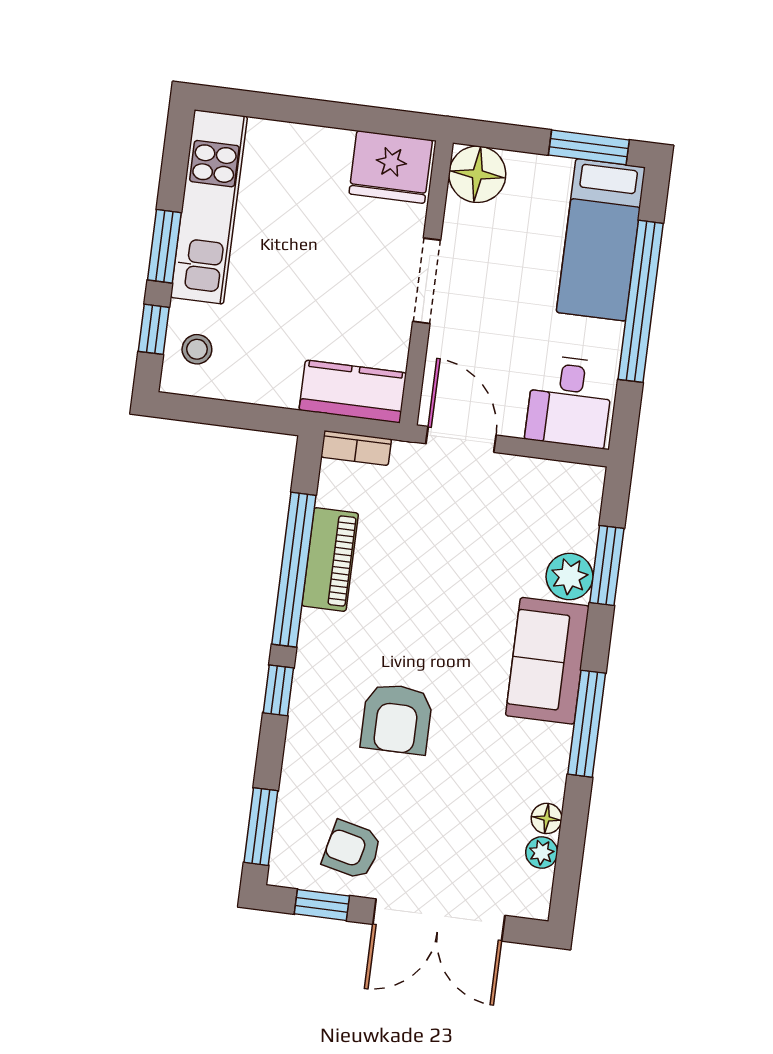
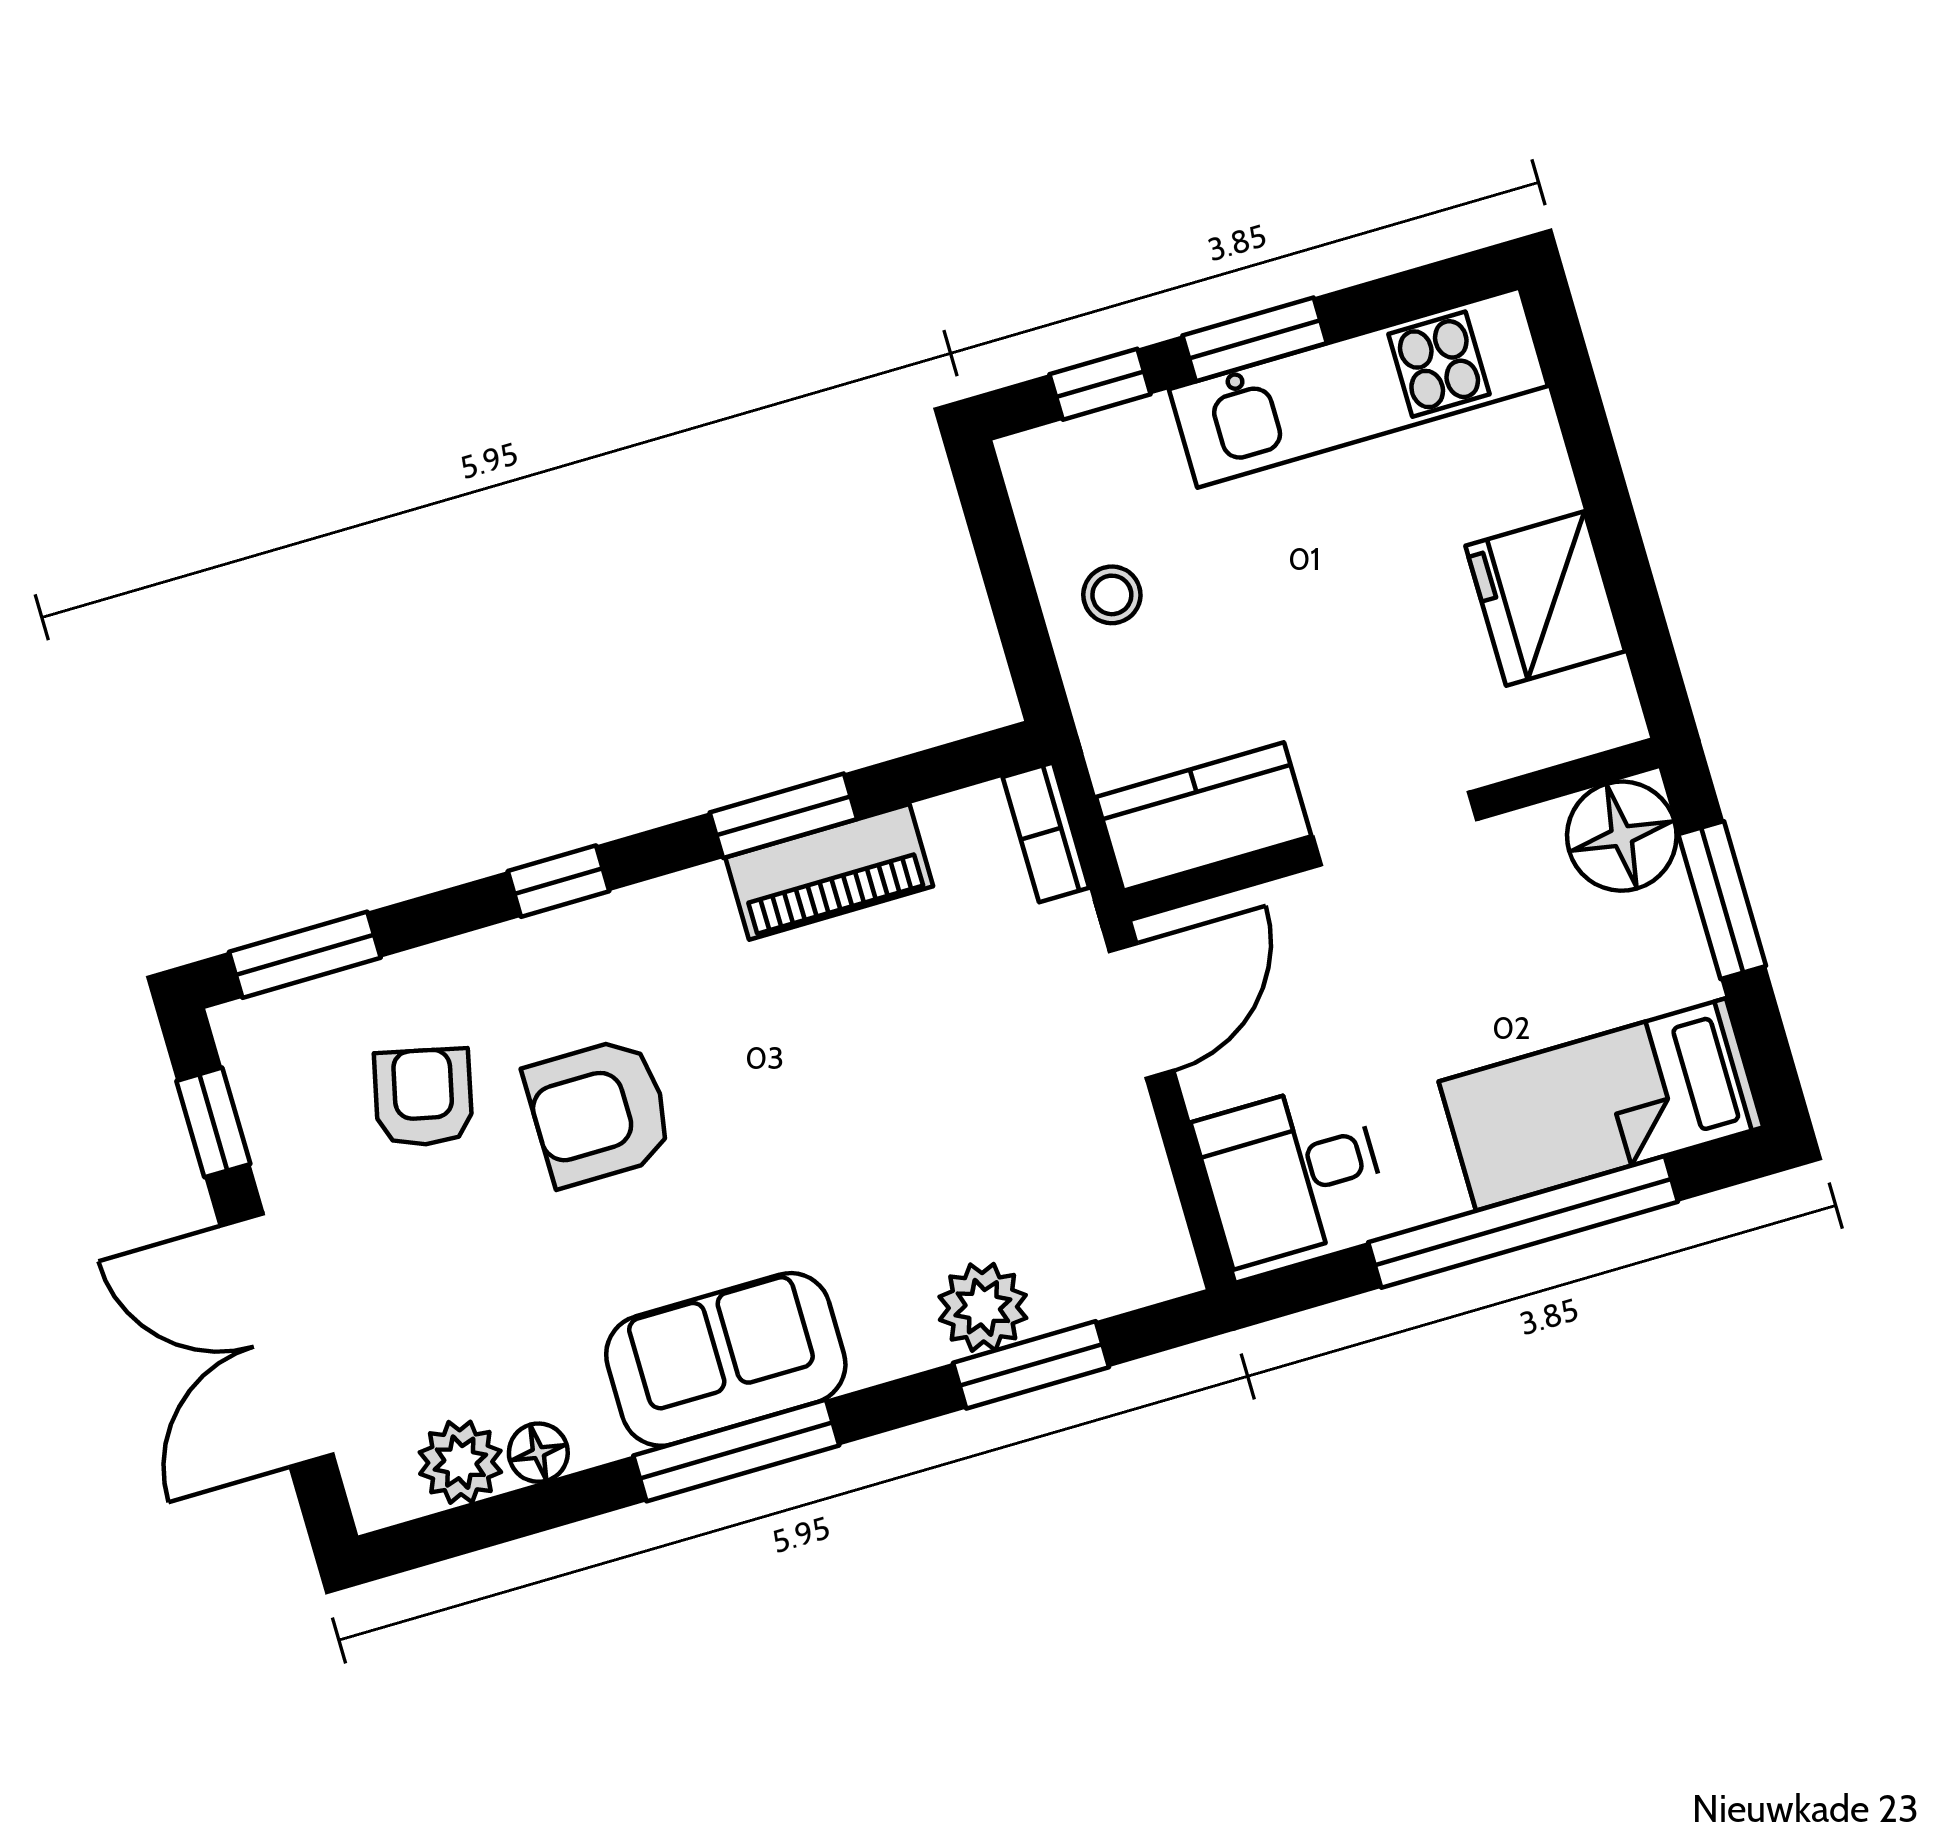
window: (589, 147) -> (1722, 900), moved
fridge: (391, 167) -> (1545, 598), moved
stool: (197, 349) -> (1112, 595), moved
kitchen counter: (353, 392) -> (1204, 817), moved, turned -90
window: (294, 570) -> (783, 816), width x0.47
sofa: (547, 661) -> (726, 1359), moved
armchair: (352, 850) -> (423, 1097), moved
plant: (542, 853) -> (460, 1462), width x1.38, depth x1.38

